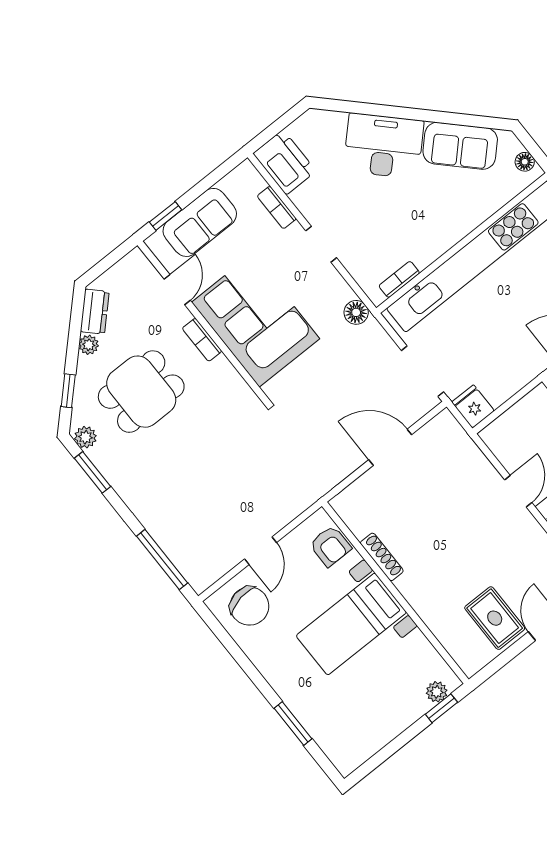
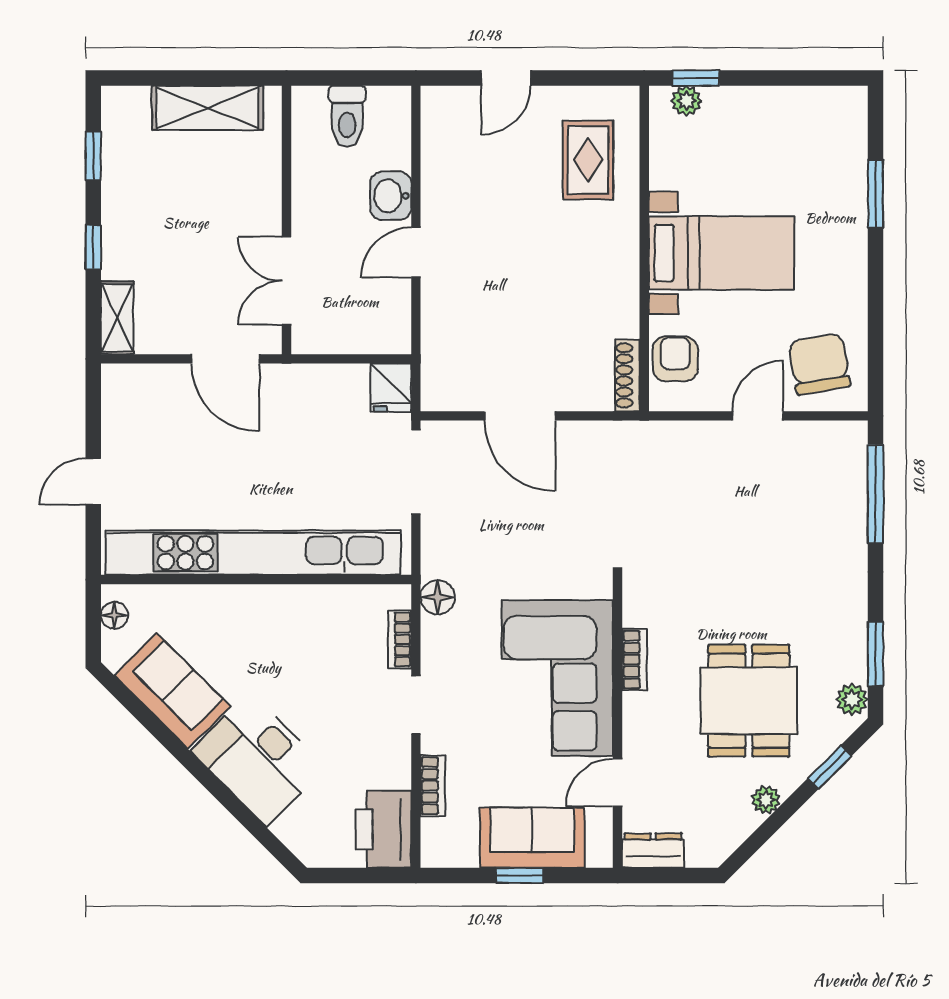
window: (166, 216) -> (520, 876), moved
bookcase: (399, 279) -> (400, 639), moved, turned 90
dresser: (95, 312) -> (653, 851), moved, turned 45
bookcase: (202, 340) -> (634, 660), moved
dining table: (141, 392) -> (749, 701), turned 90
shoe rack: (382, 557) -> (627, 375), moved
rug: (495, 618) -> (588, 160), moved

